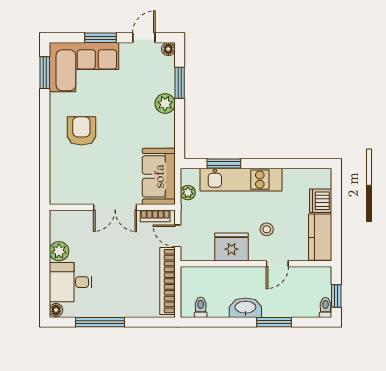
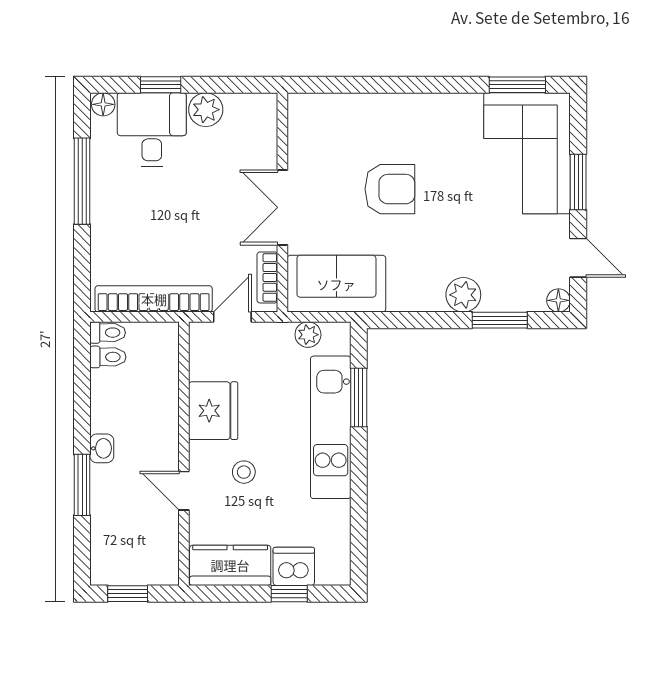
armchair: (81, 131) -> (390, 189), moved
window: (336, 203) -> (289, 594), added
window: (45, 277) -> (161, 85), added
toilet: (326, 307) -> (108, 333), moved
washbasin: (245, 308) -> (102, 448), width x0.52, depth x0.69

